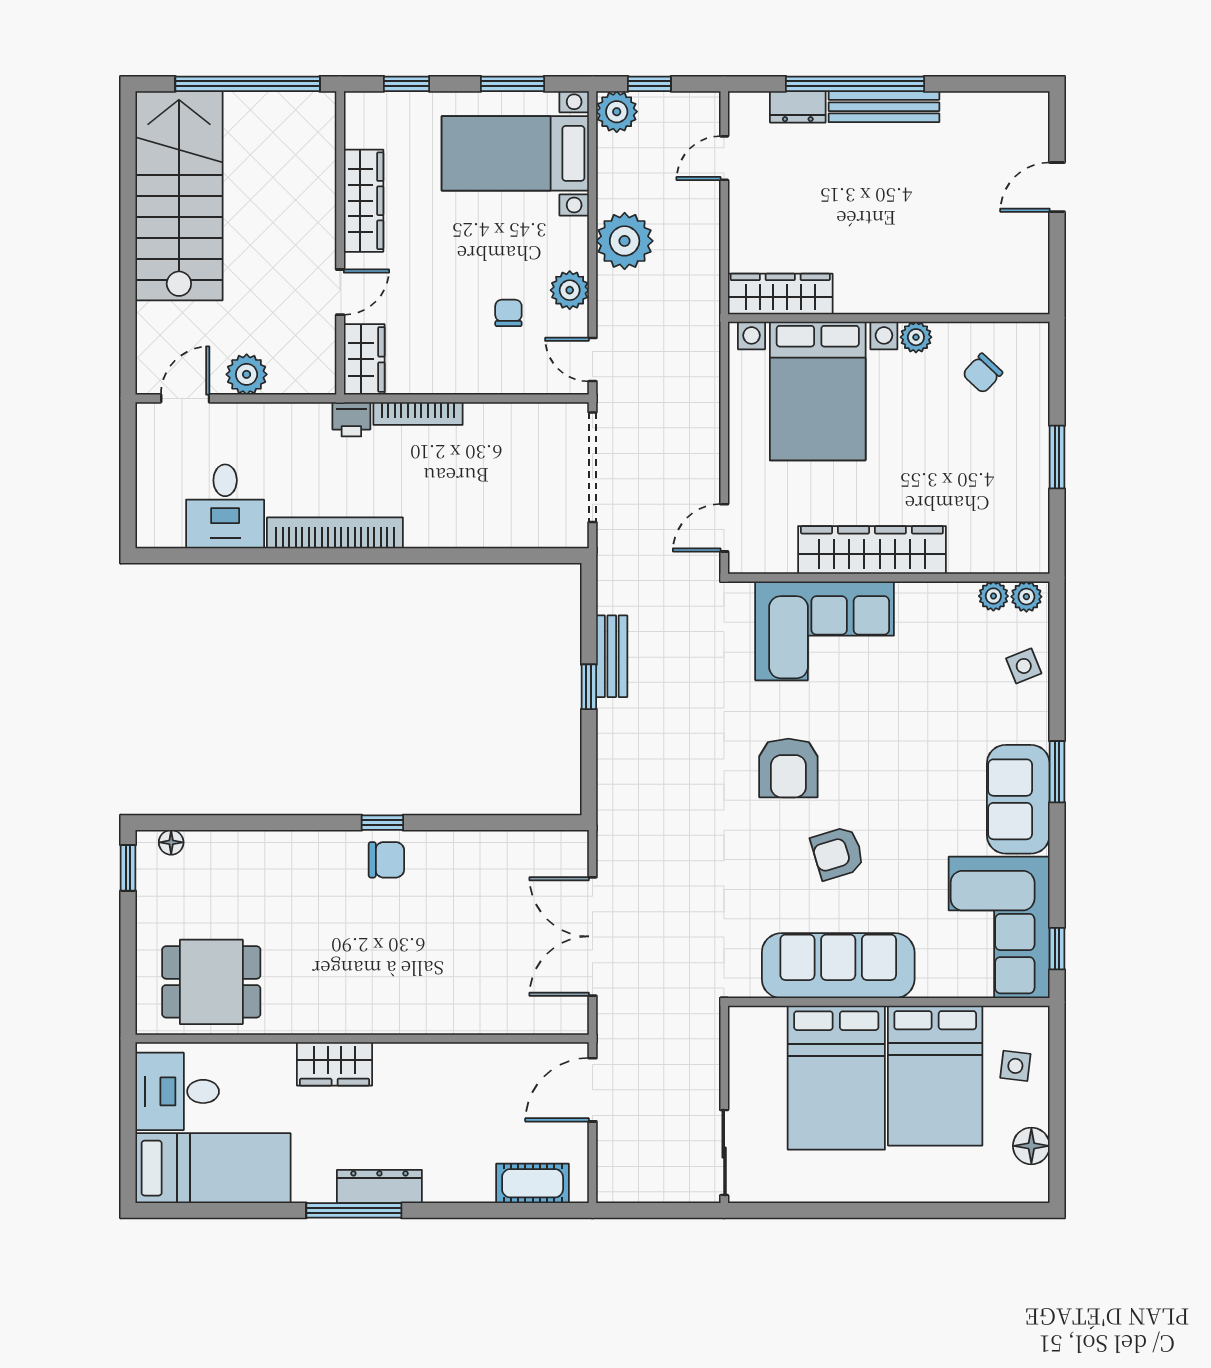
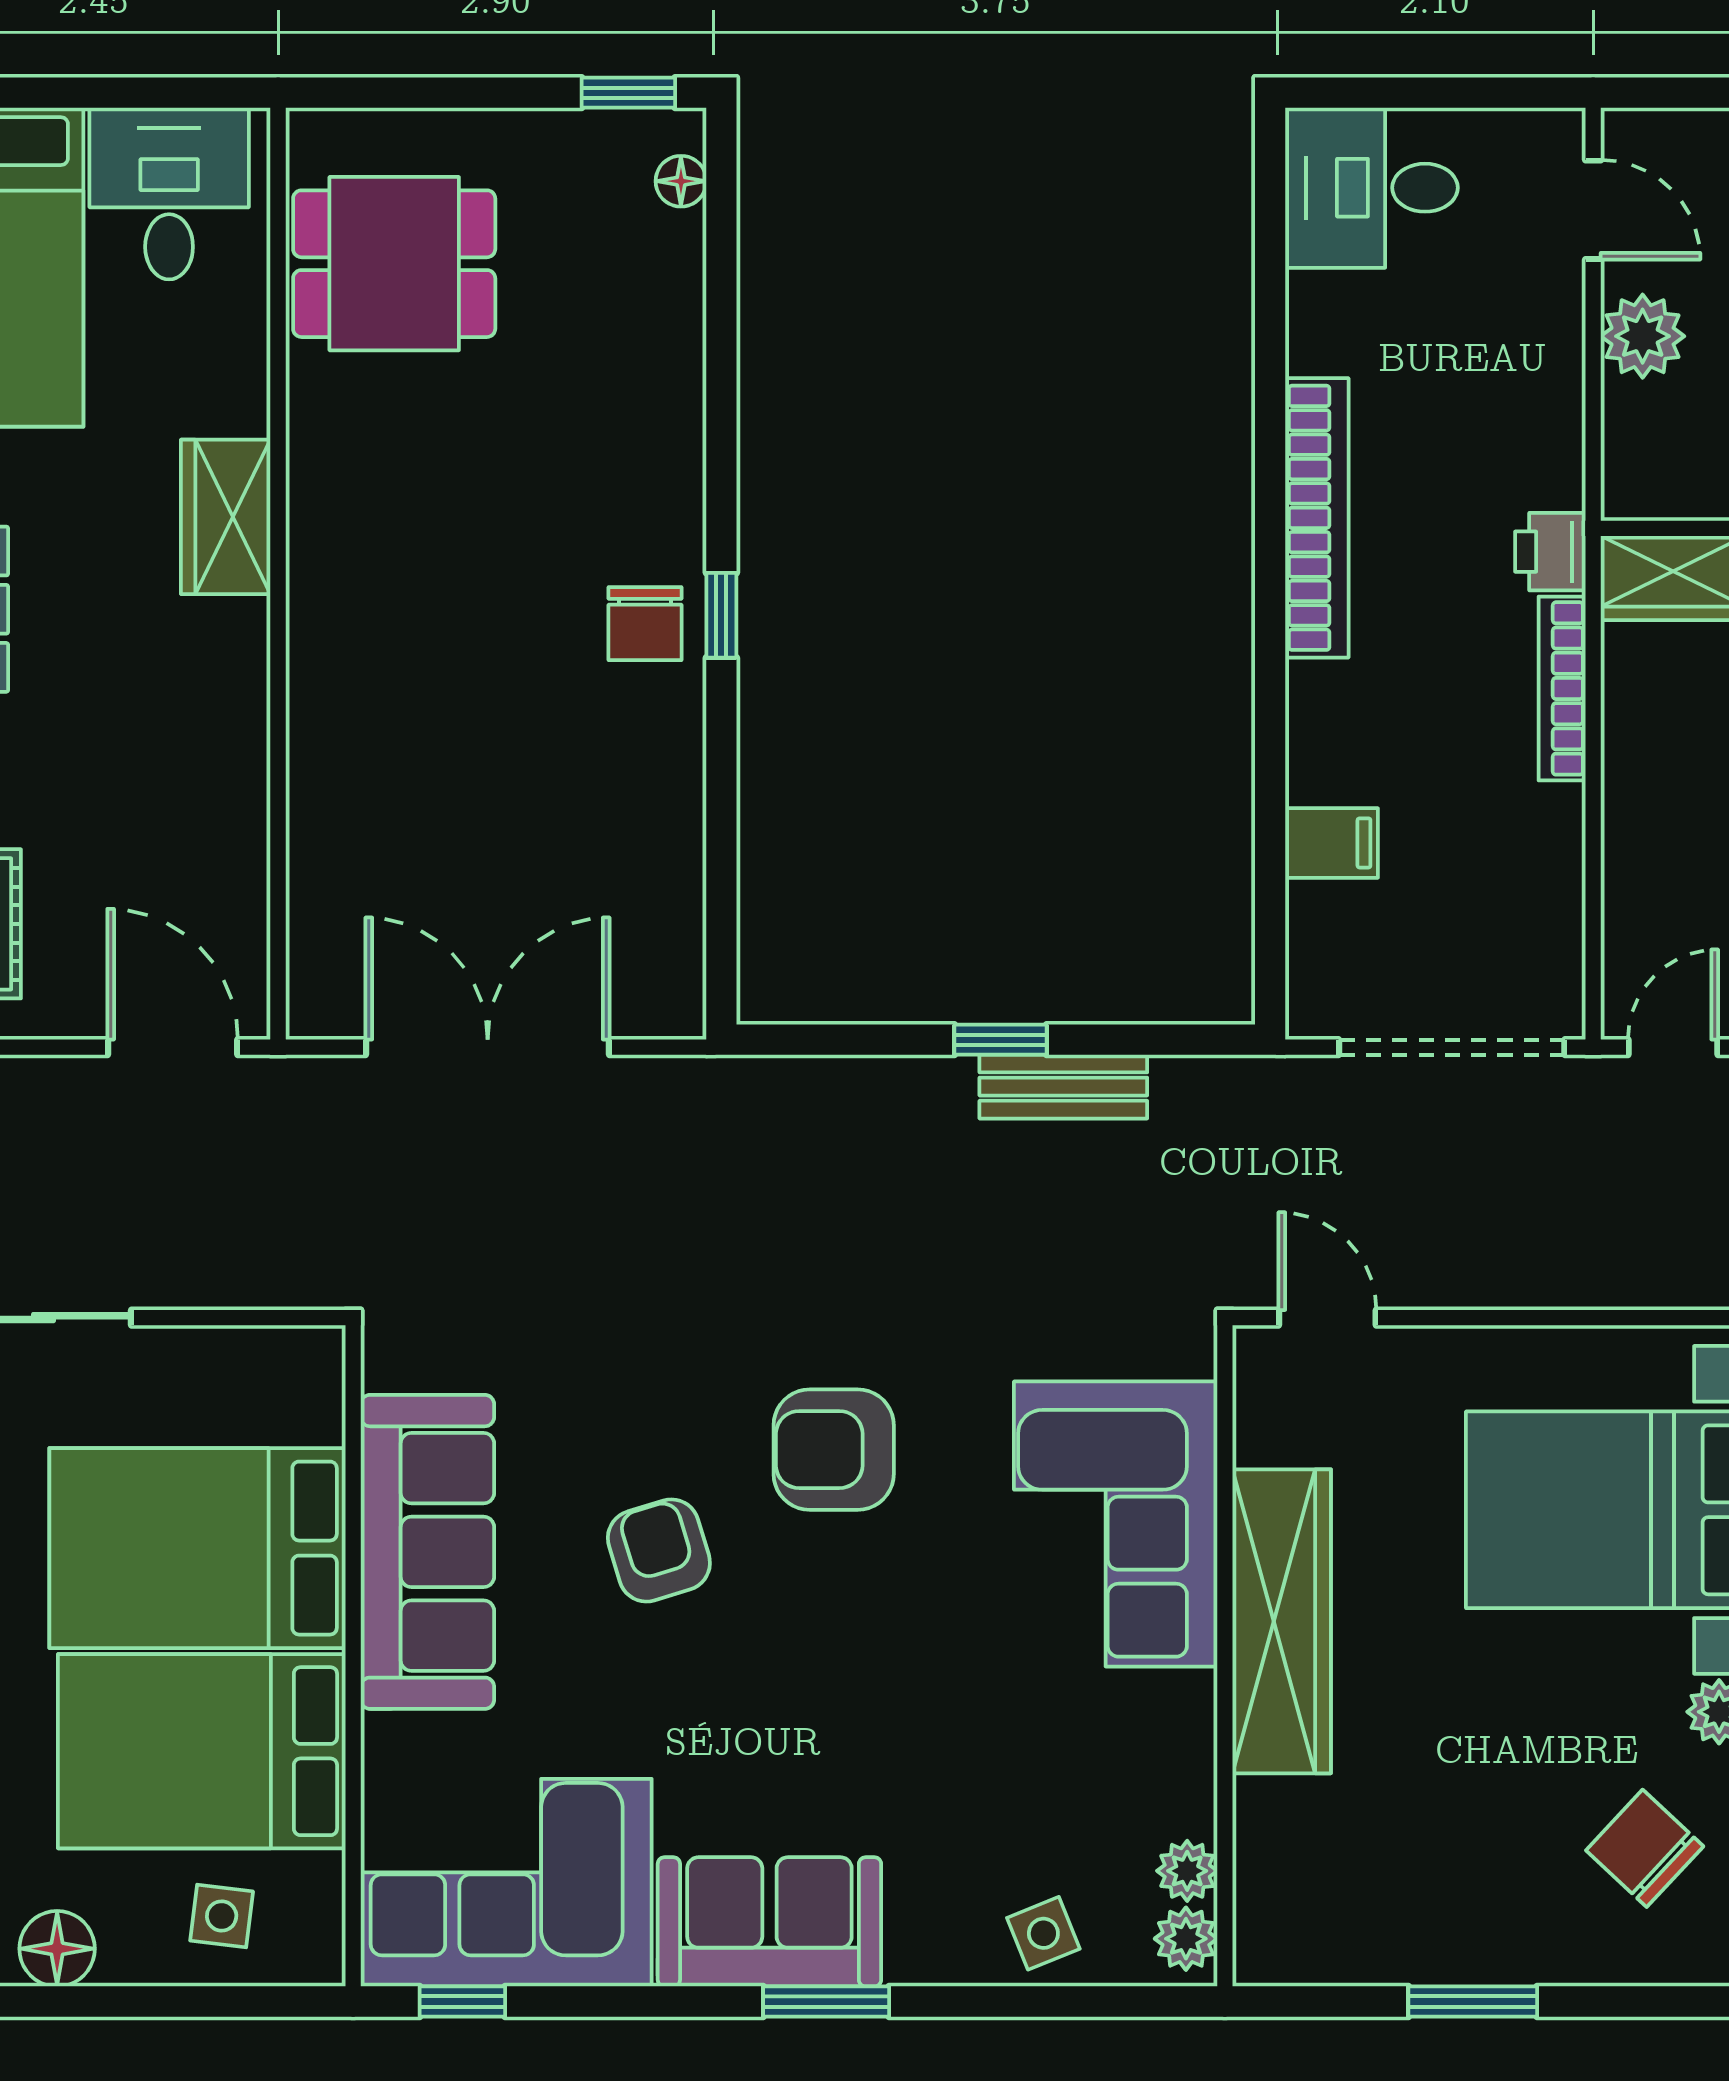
chair: (982, 373) -> (1645, 1848), width x1.37, depth x1.37
desk: (225, 506) -> (1371, 188), moved
filing cabinet: (493, 526) -> (1331, 843), added
dining table: (211, 982) -> (394, 264), turned 90

